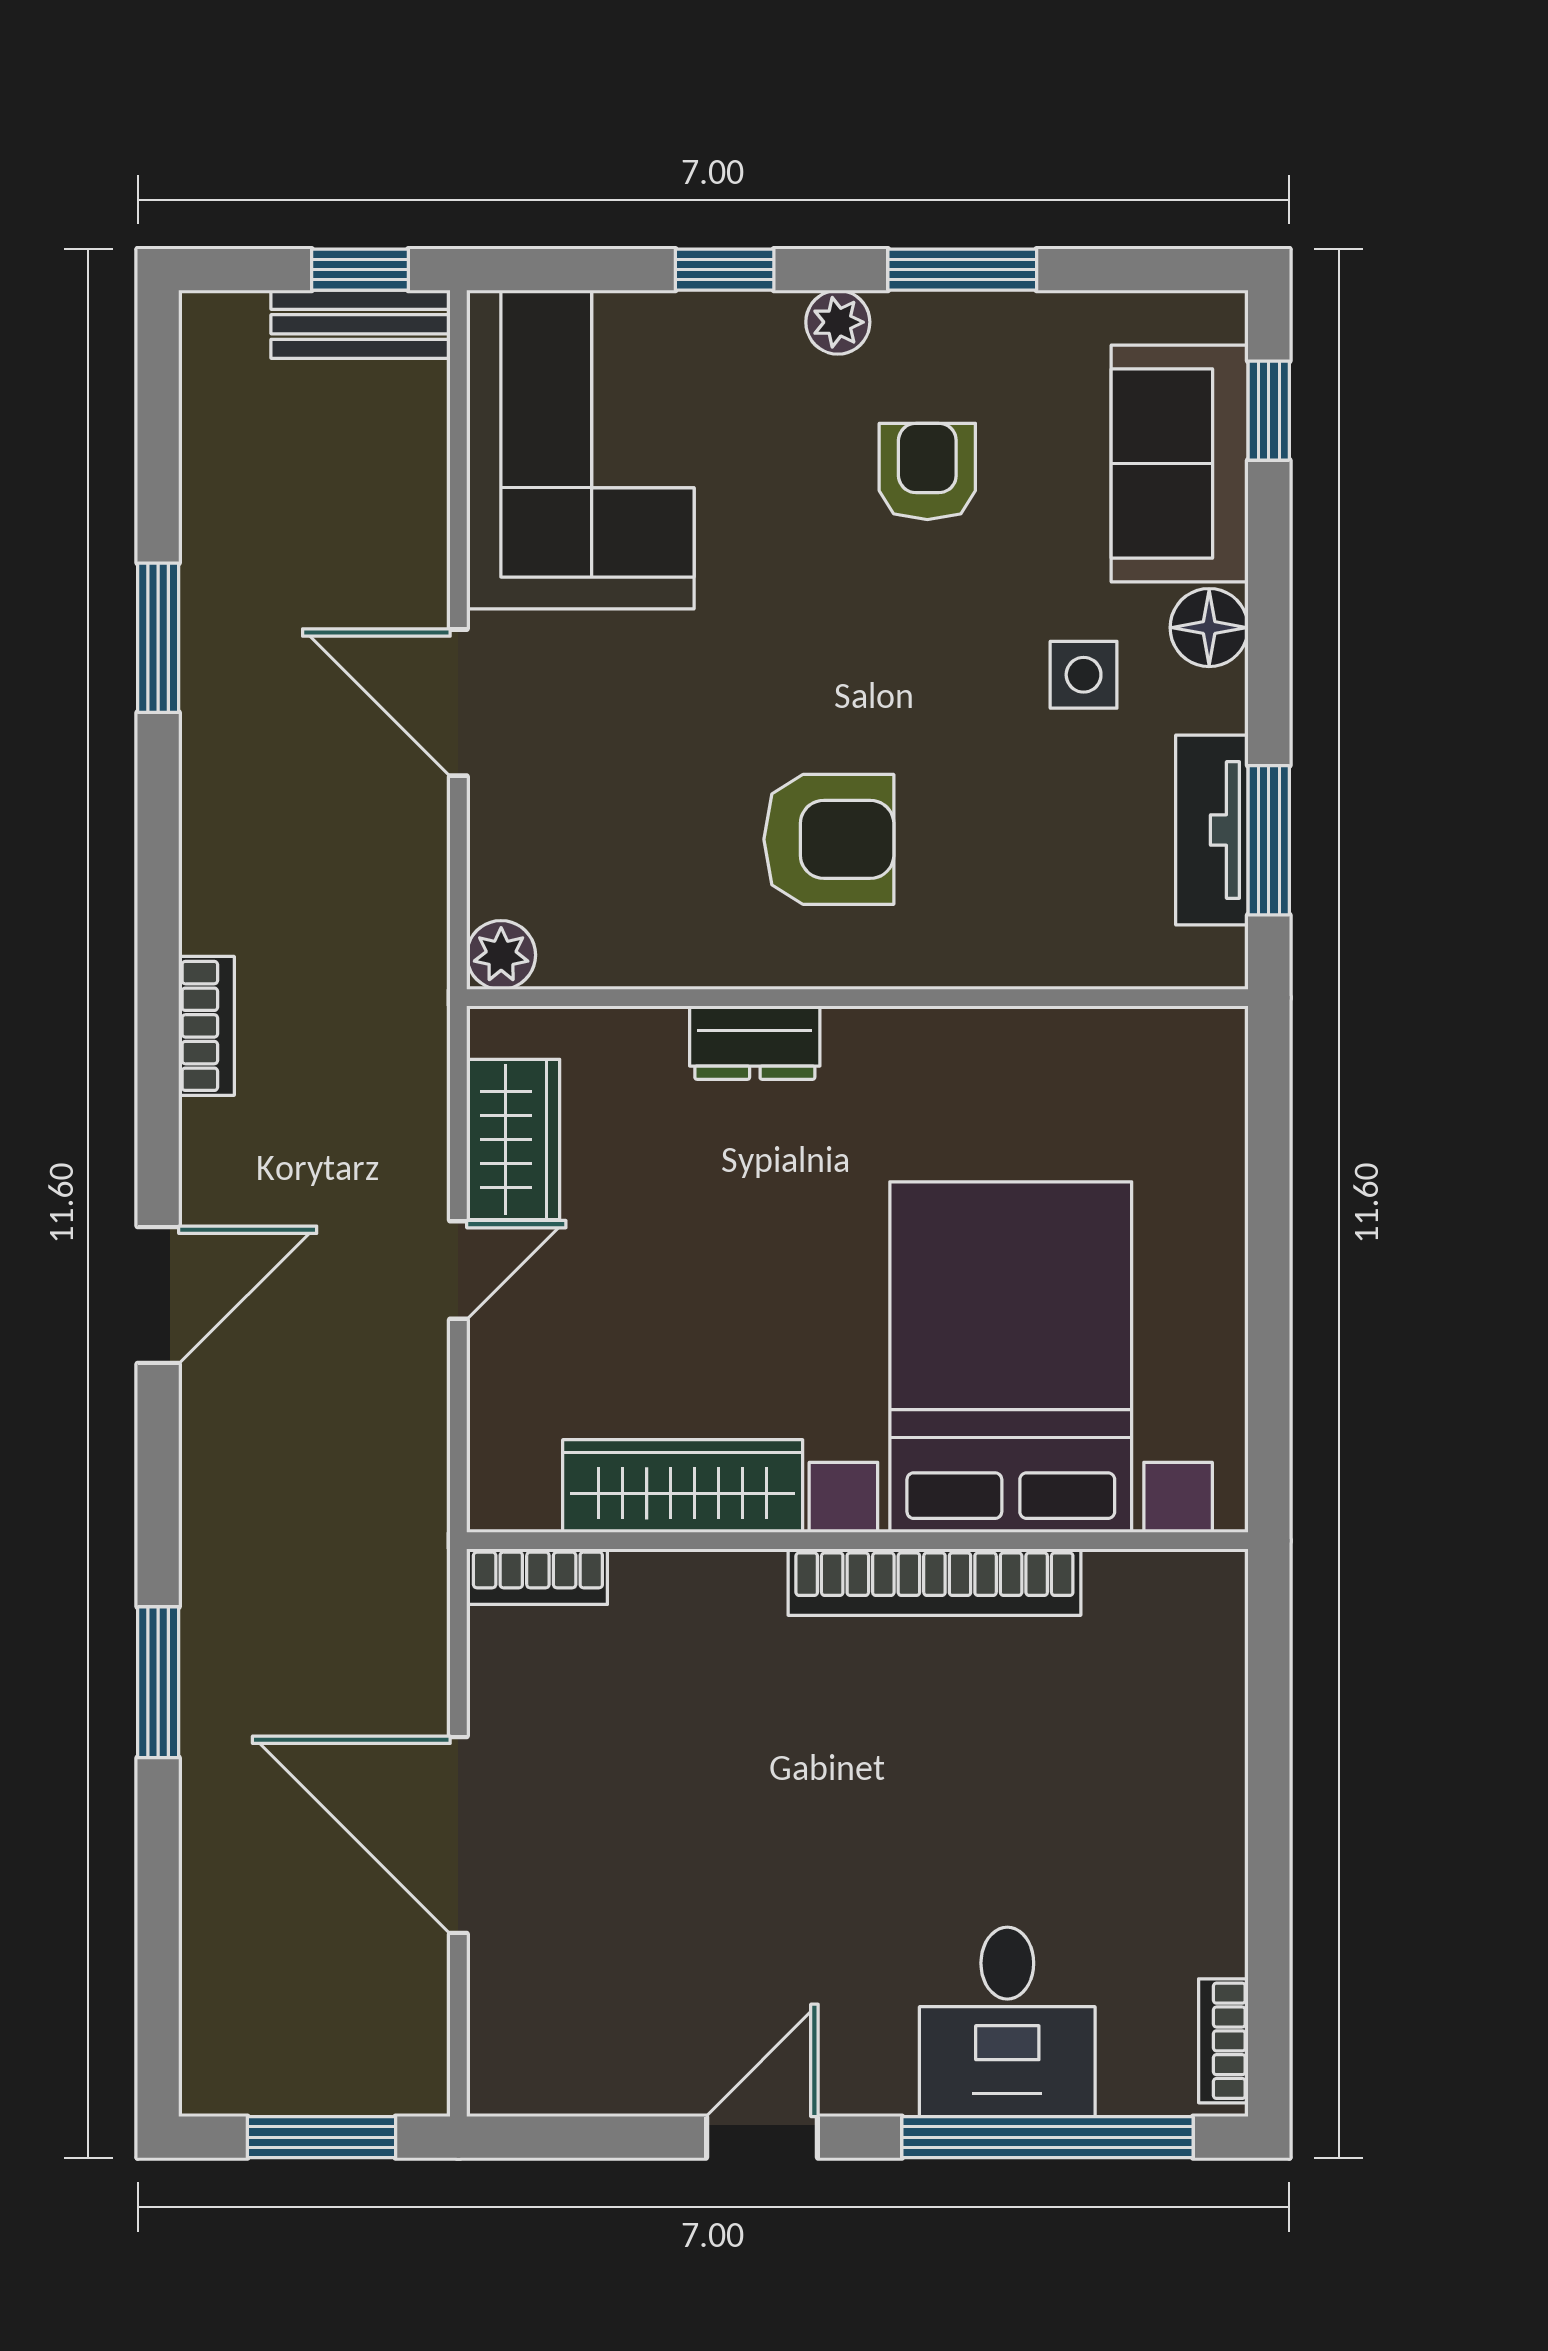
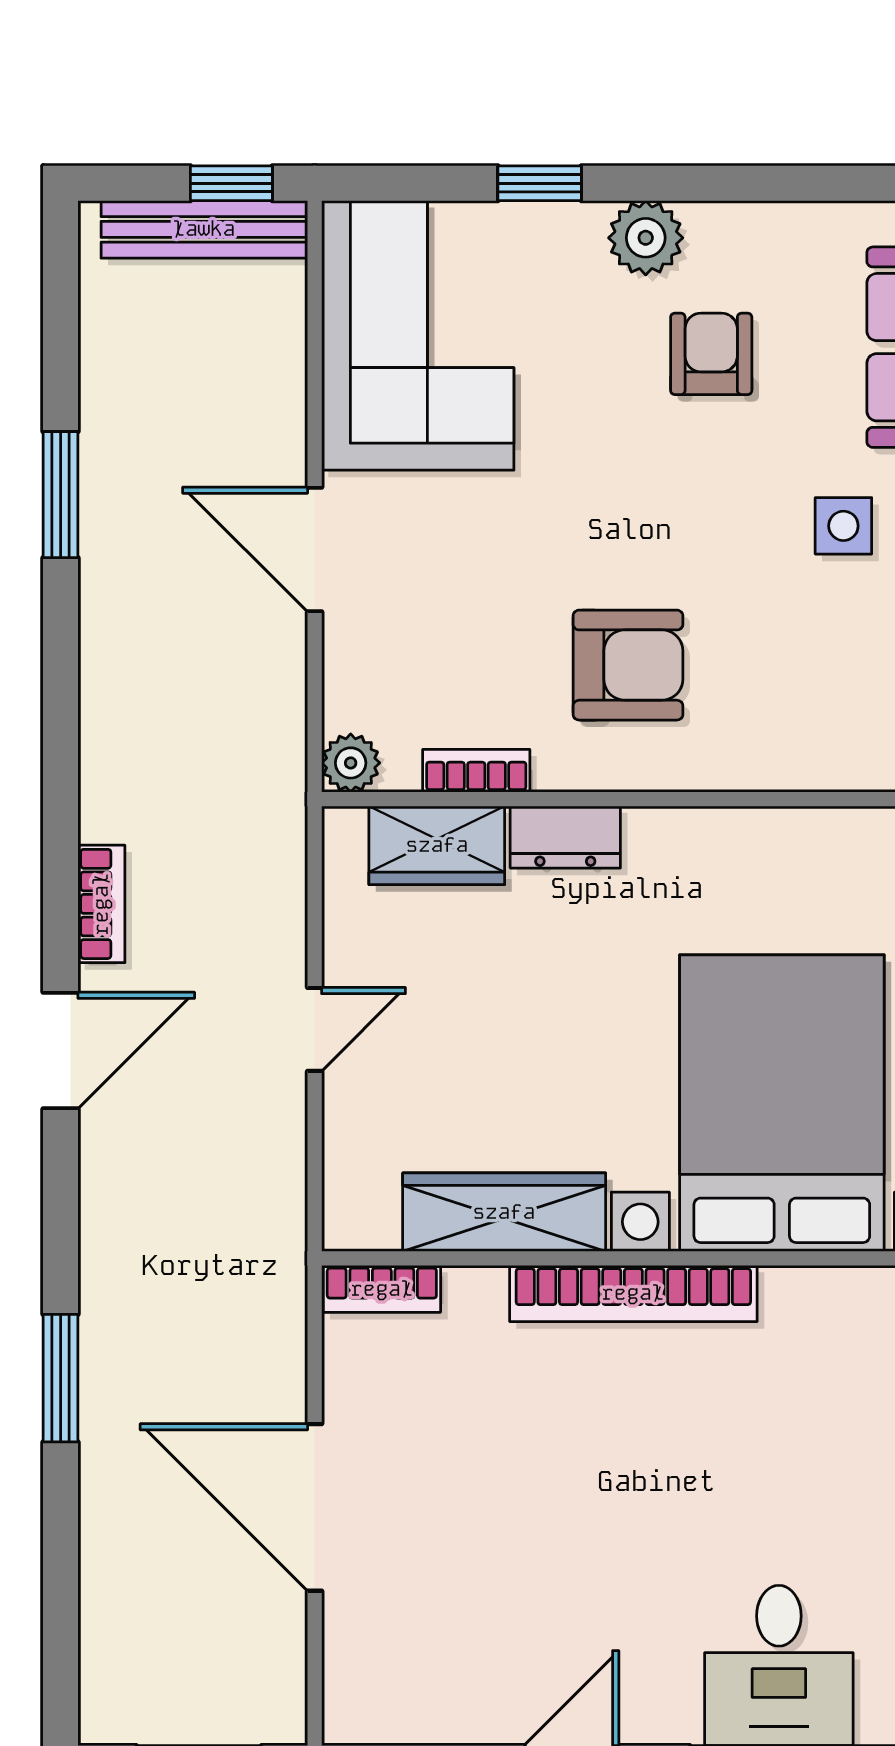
window: (962, 270) -> (741, 183), removed
plant: (838, 322) -> (646, 238), width x1.38, depth x1.38
bench: (360, 324) -> (204, 229), width x1.36
bookcase: (650, 964) -> (476, 771), added
bookcase: (206, 1026) -> (101, 904), moved
wardrobe: (513, 1139) -> (437, 845), moved, turned 90
bookcase: (934, 1582) -> (633, 1293), moved

